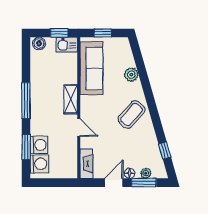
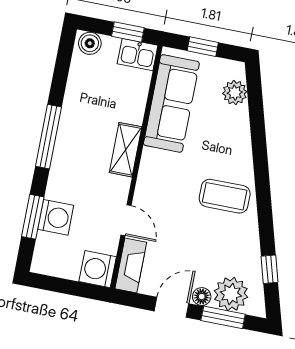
plant: (131, 75) -> (235, 93), moved
coffee table: (131, 114) -> (225, 196), turned 49
door: (79, 127) -> (126, 220), moved
washing machine: (39, 164) -> (98, 269), moved, turned 180
plant: (146, 173) -> (231, 294), width x1.88, depth x1.88

